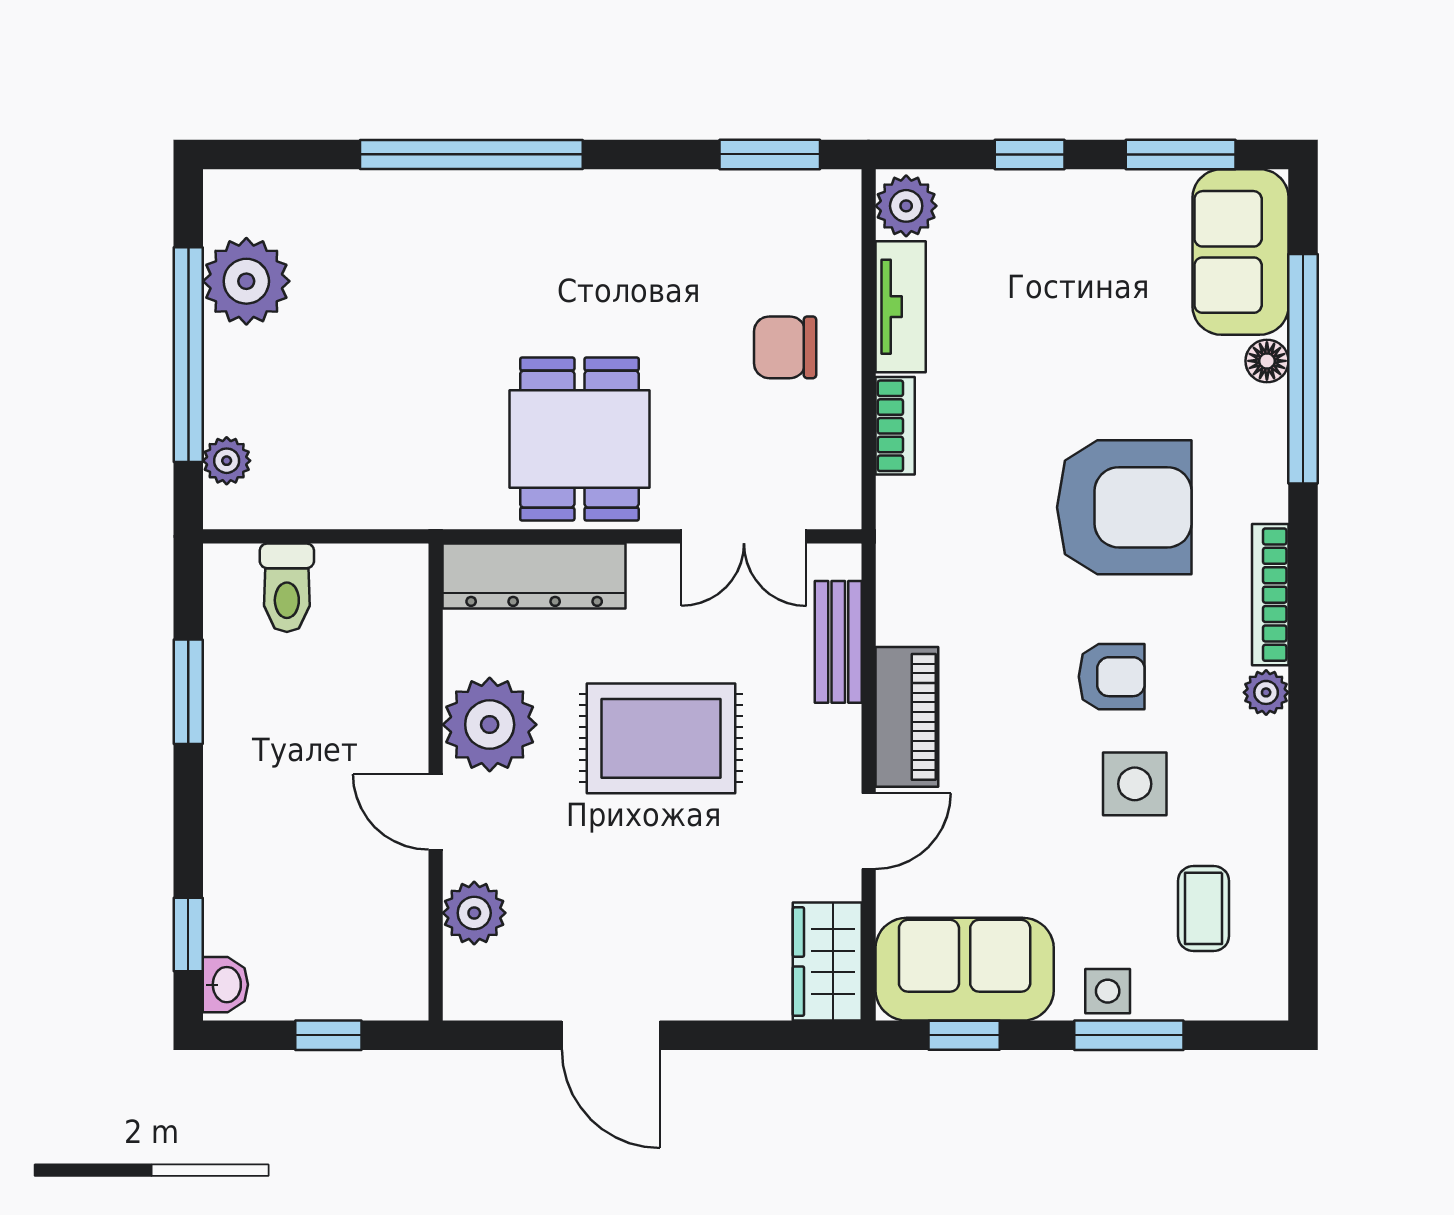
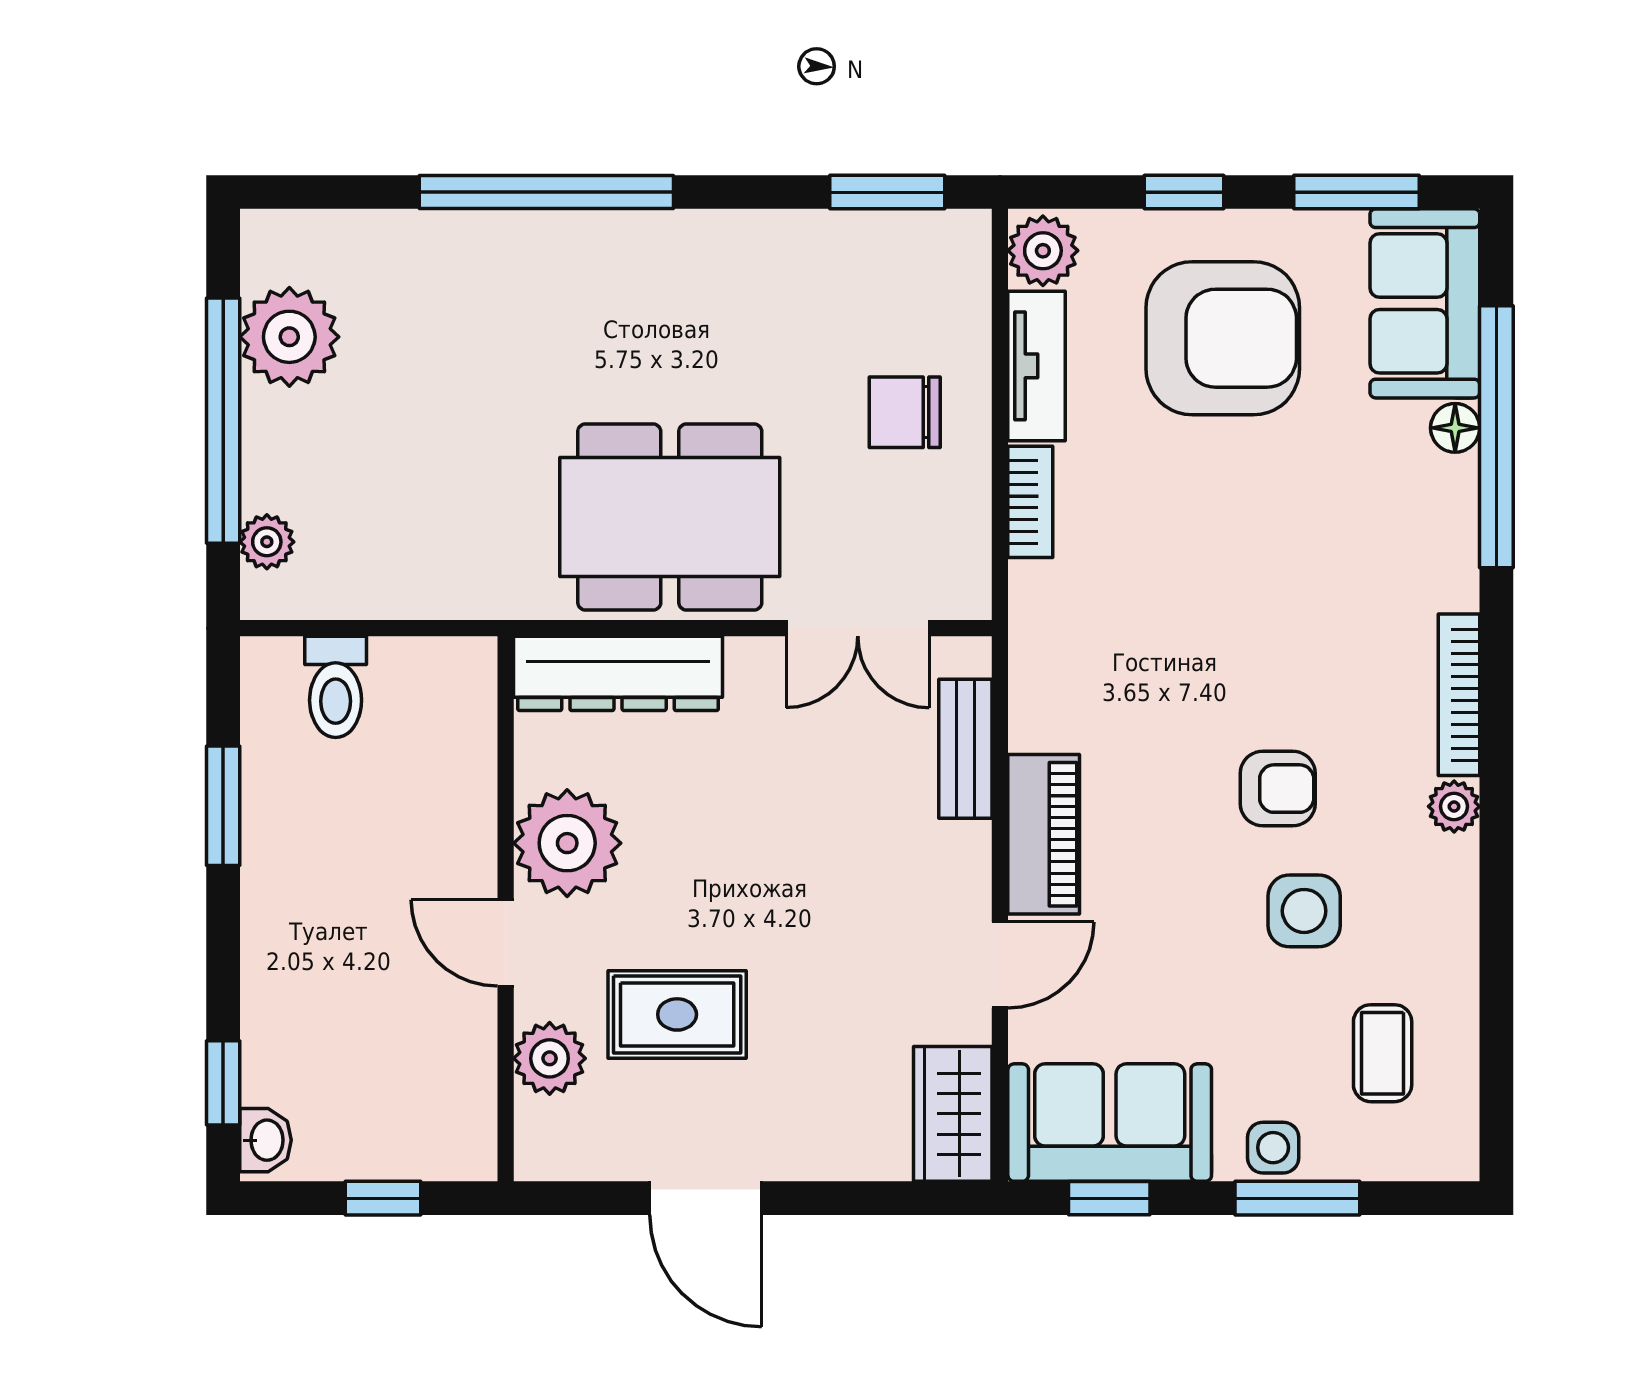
dining table: (579, 439) -> (670, 517), width x1.38
armchair: (1124, 507) -> (1223, 338), moved
rug: (661, 738) -> (677, 1014), moved, width x0.73, depth x0.70

